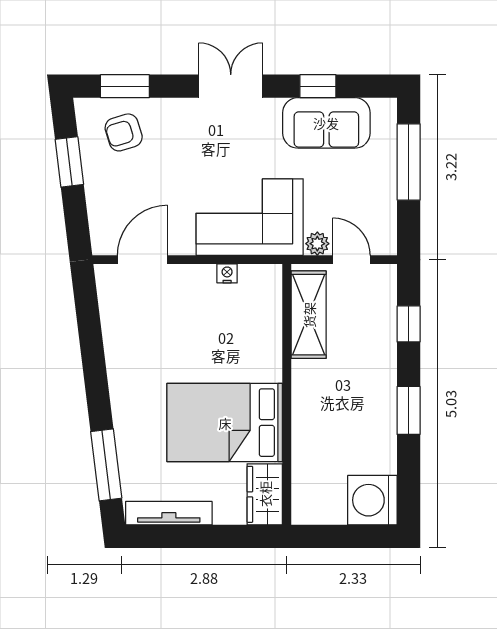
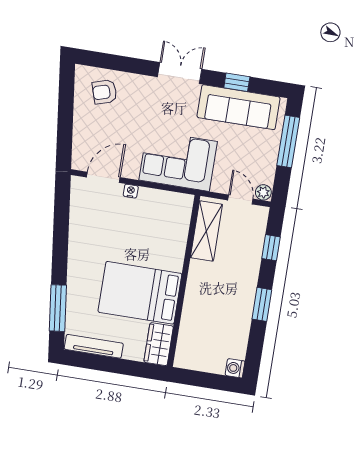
window: (125, 86) -> (110, 62), removed
sofa: (326, 123) -> (238, 107), width x1.36
window: (69, 162) -> (66, 105), removed
plant: (317, 244) -> (263, 192), moved
nightstand: (227, 273) -> (131, 191), moved
washing machine: (372, 500) -> (235, 368), width x0.53, depth x0.53

